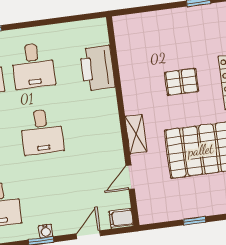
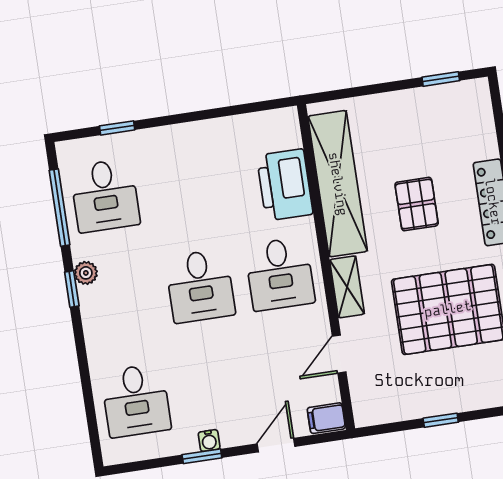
desk: (33, 66) -> (280, 274), moved
shelving: (131, 68) -> (338, 184), added
pallet: (182, 82) -> (417, 204), turned 90

